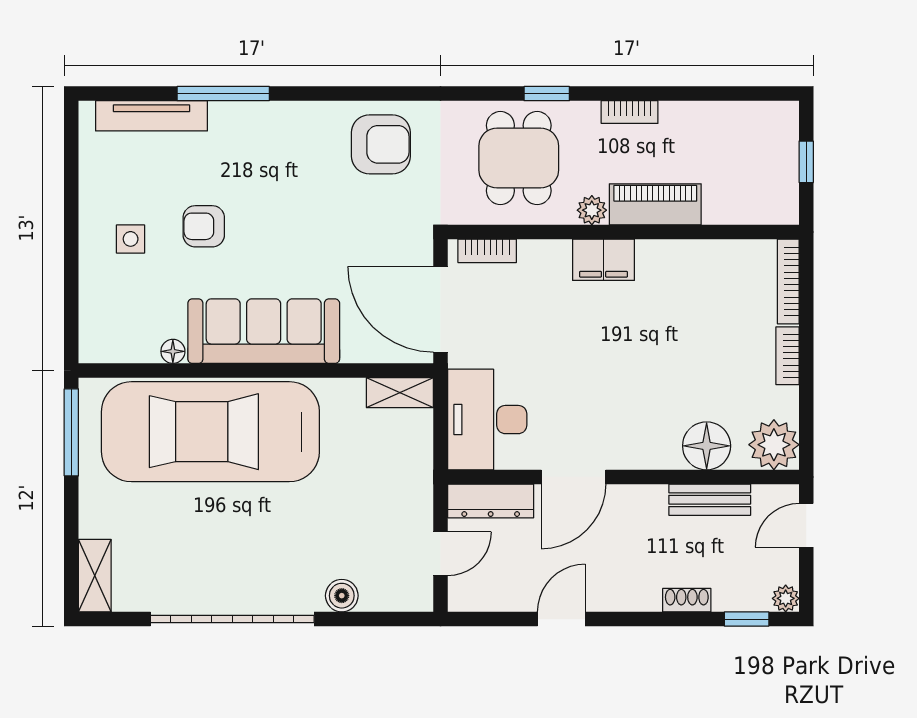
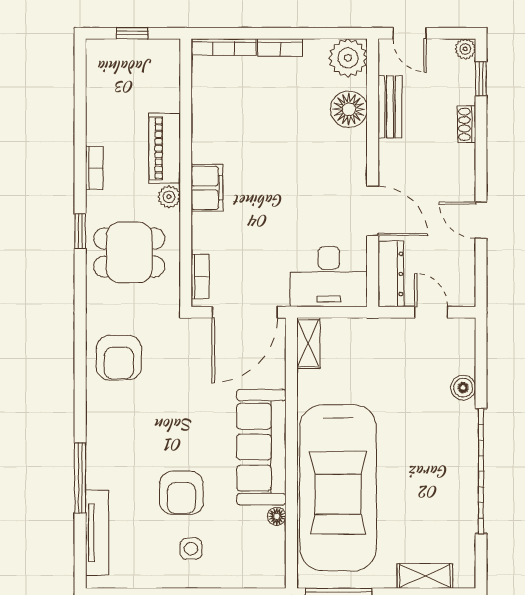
armchair: (381, 144) -> (119, 358), turned 180
armchair: (204, 226) -> (181, 493), width x1.38, depth x1.38
shelving: (95, 576) -> (425, 576), moved

